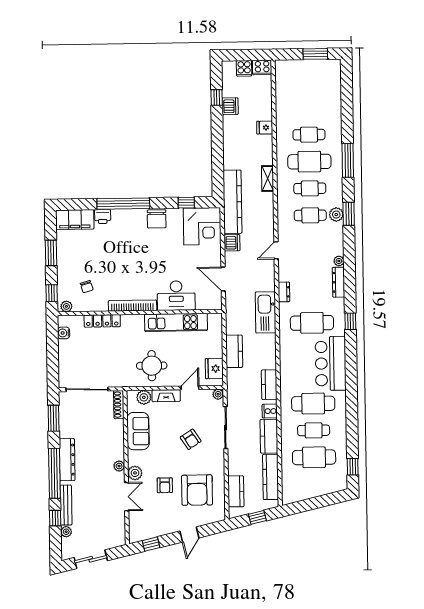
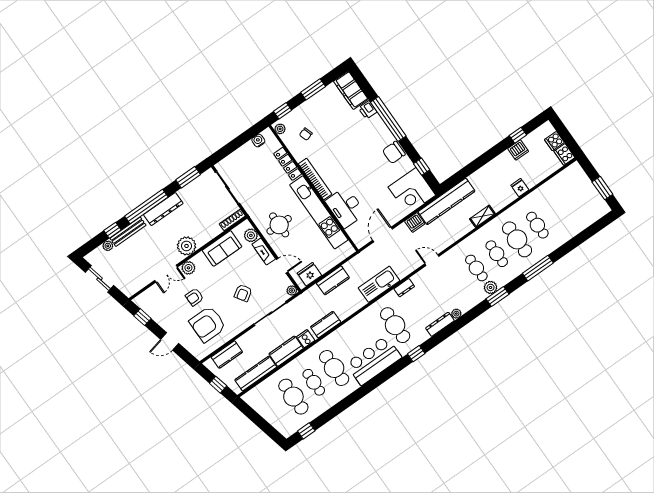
kitchen unit: (176, 322) -> (319, 212), width x1.36
plant: (119, 466) -> (187, 246), width x1.88, depth x1.88

